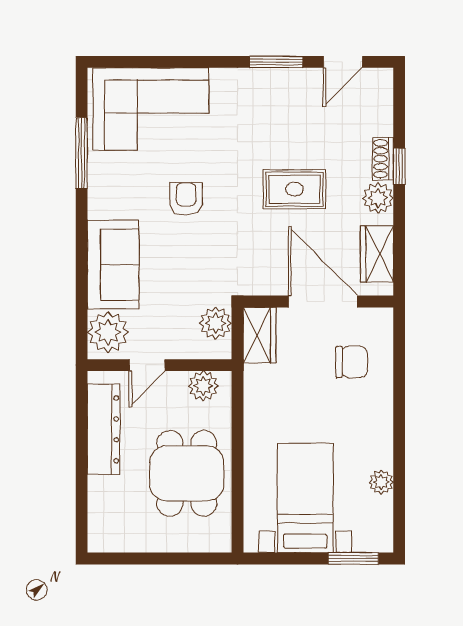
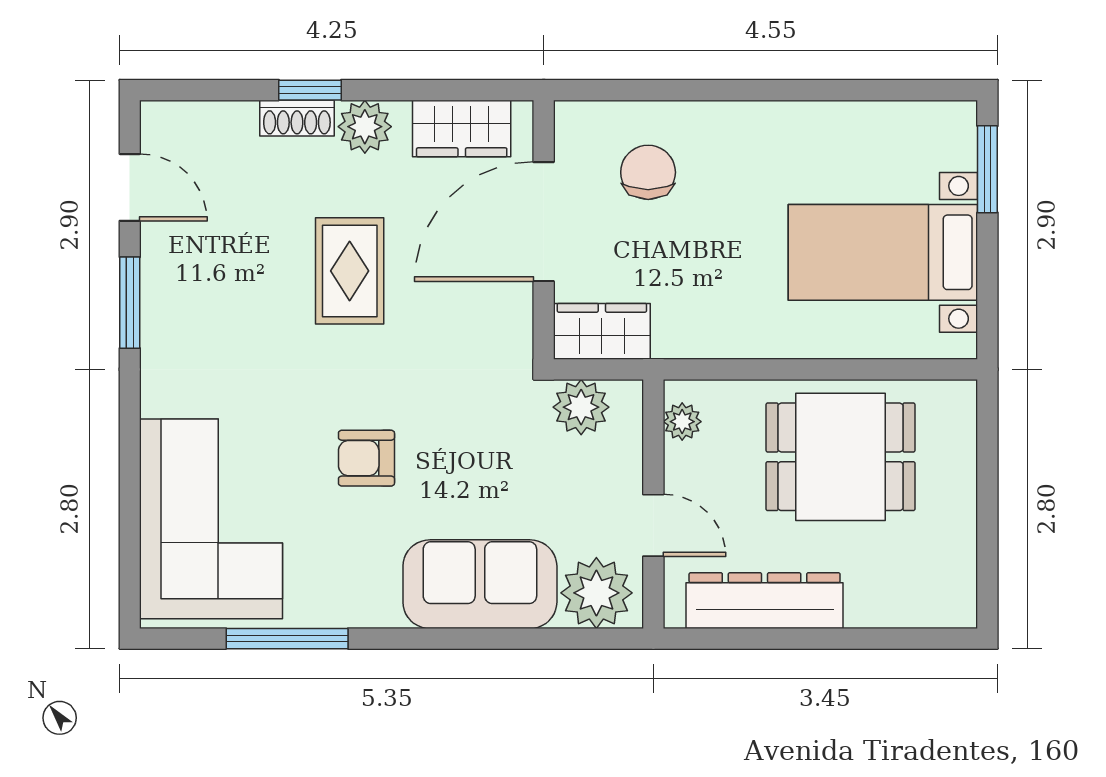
plant: (203, 386) -> (682, 422), width x0.73, depth x0.73
plant: (381, 482) -> (856, 121), removed

